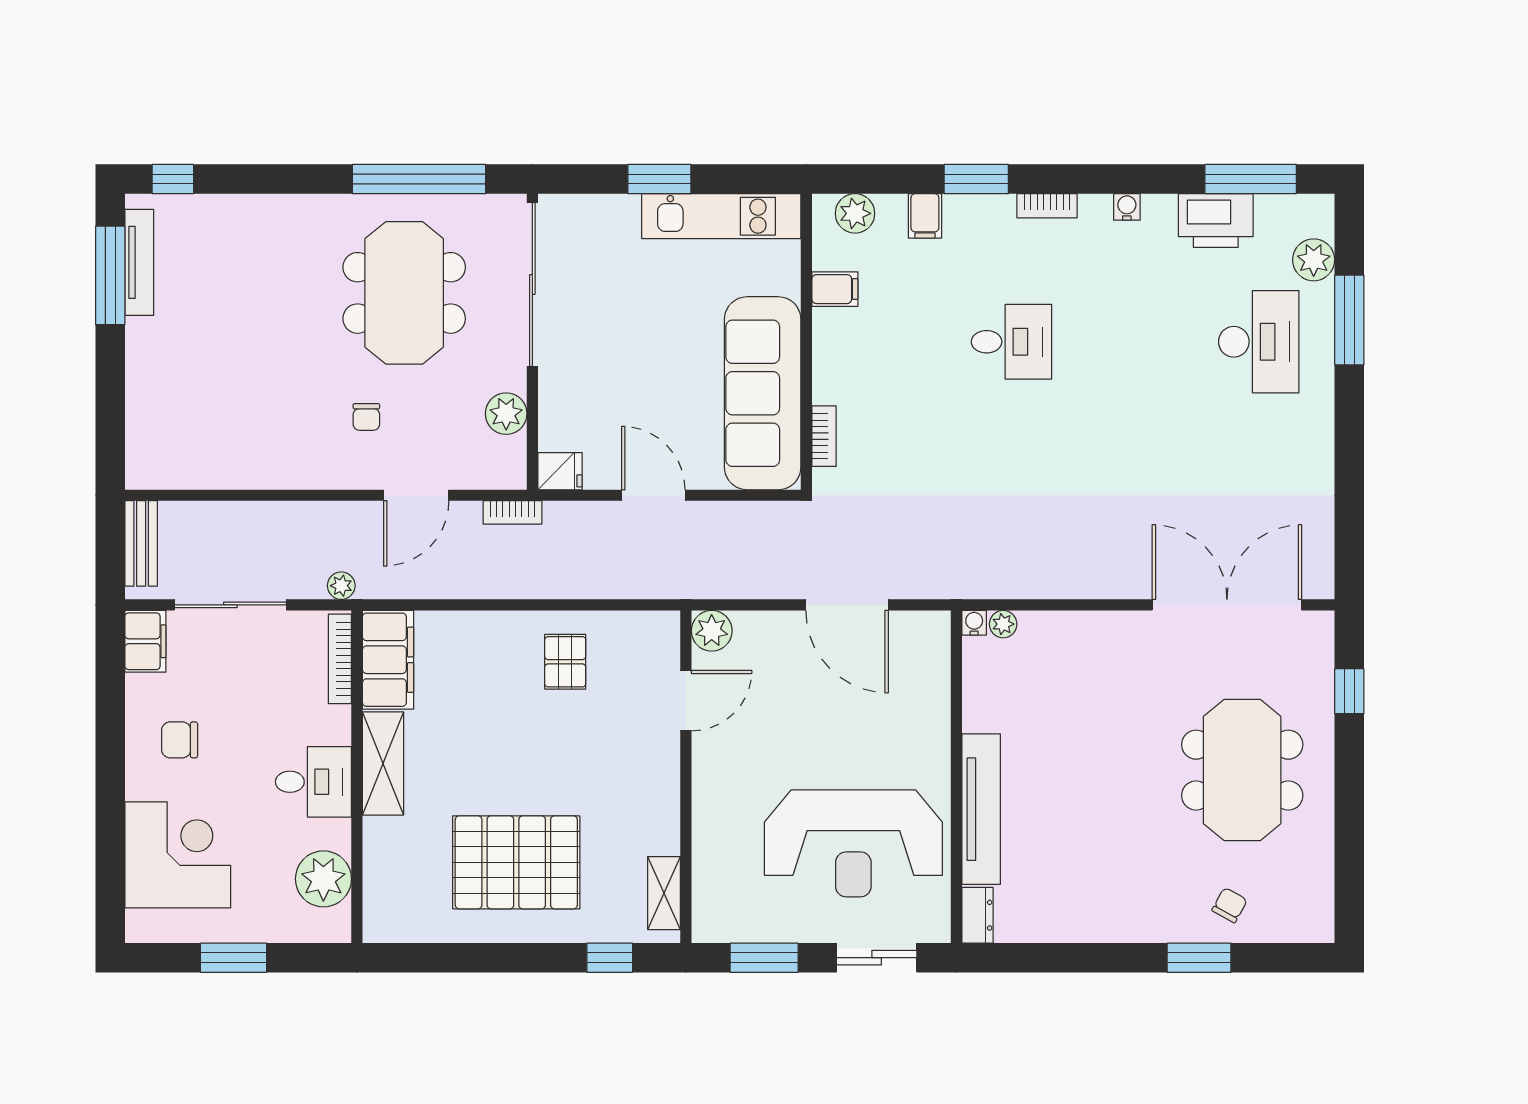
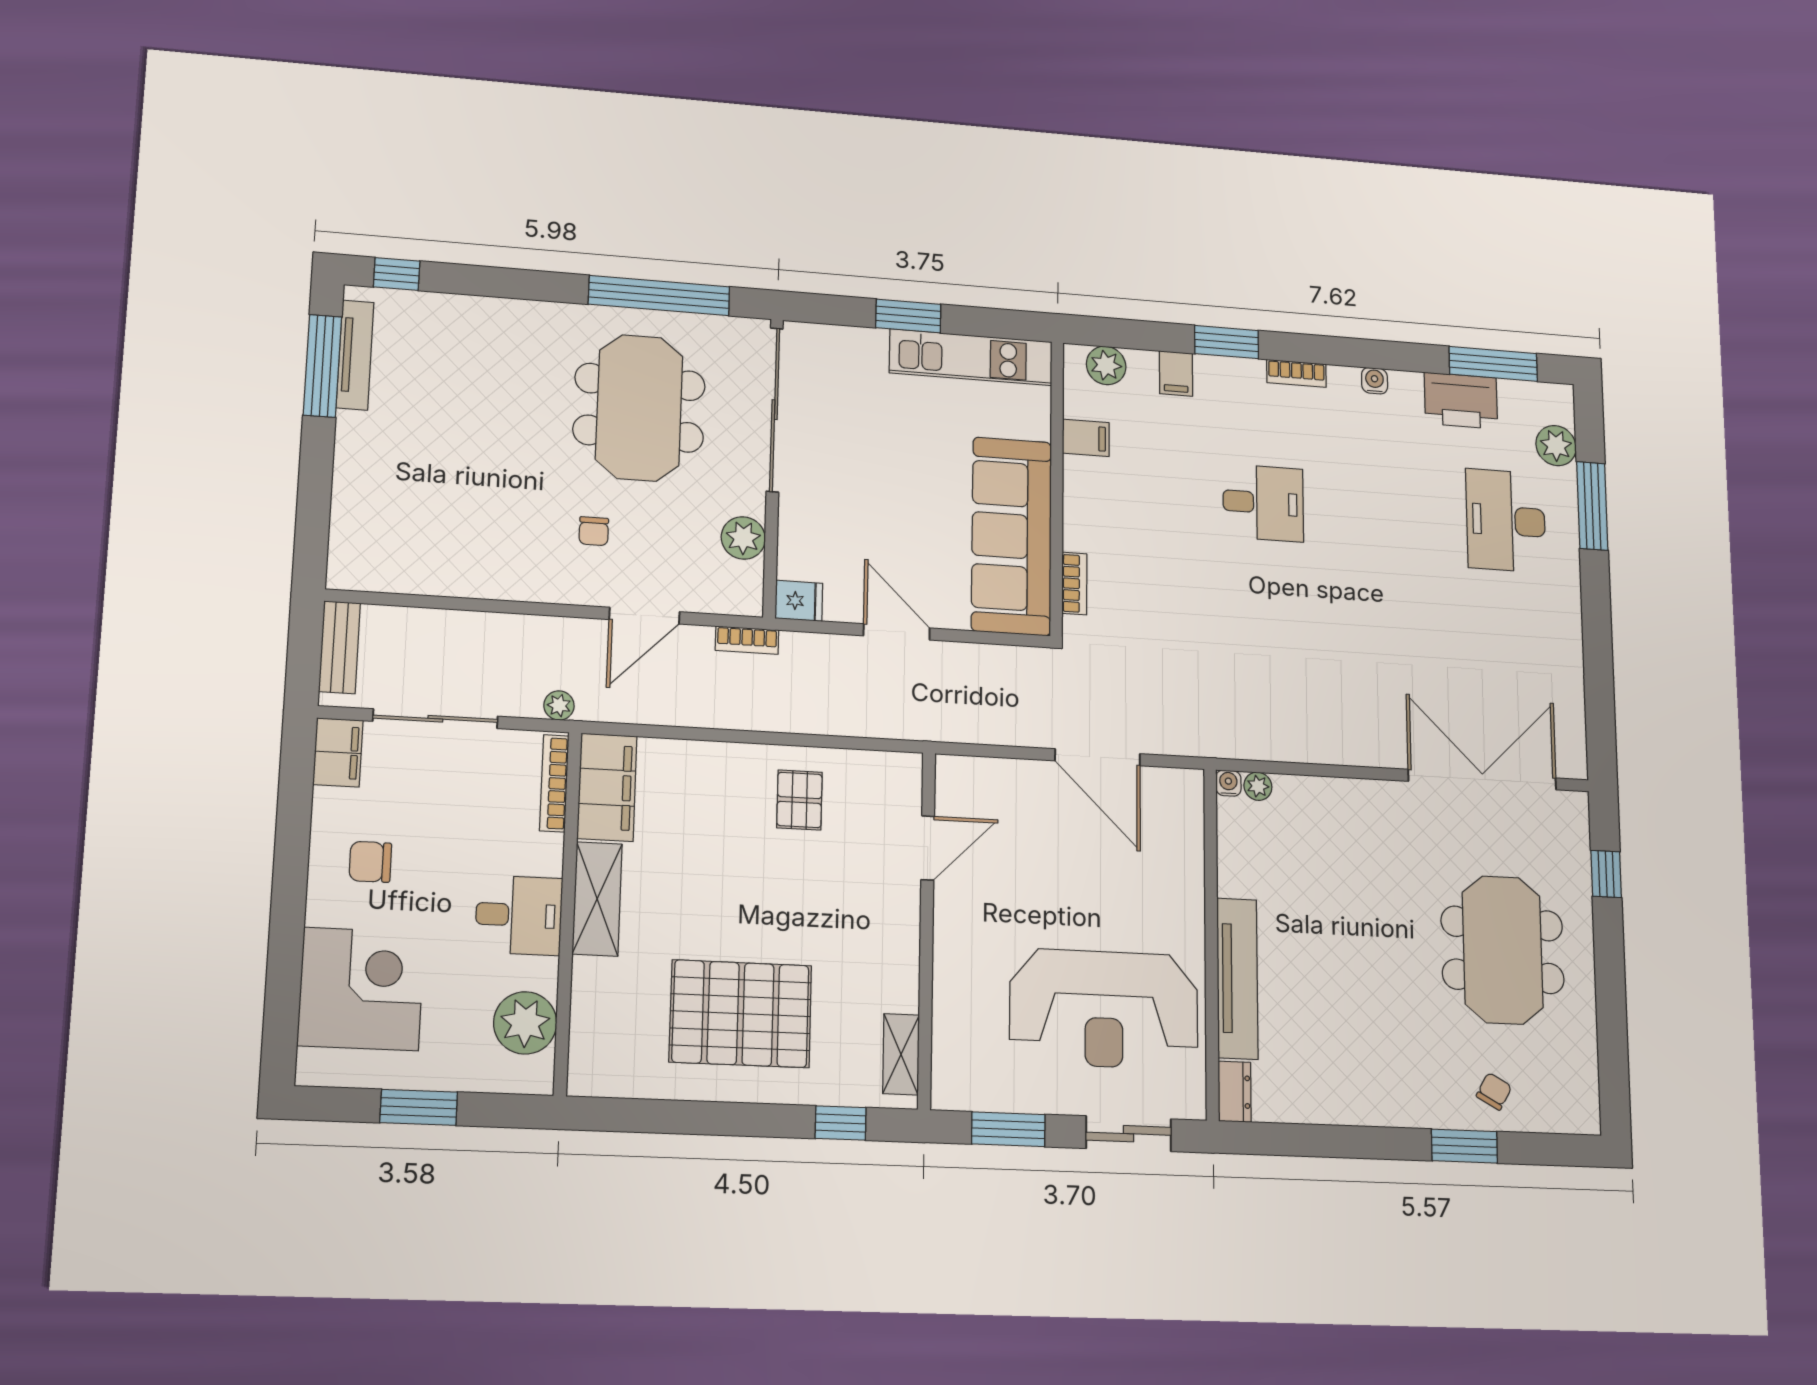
desk: (1259, 342) -> (1506, 521), turned 180
plant: (712, 631) -> (956, 776), removed

